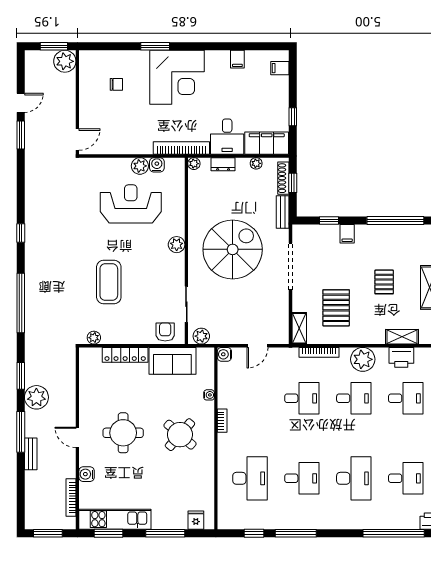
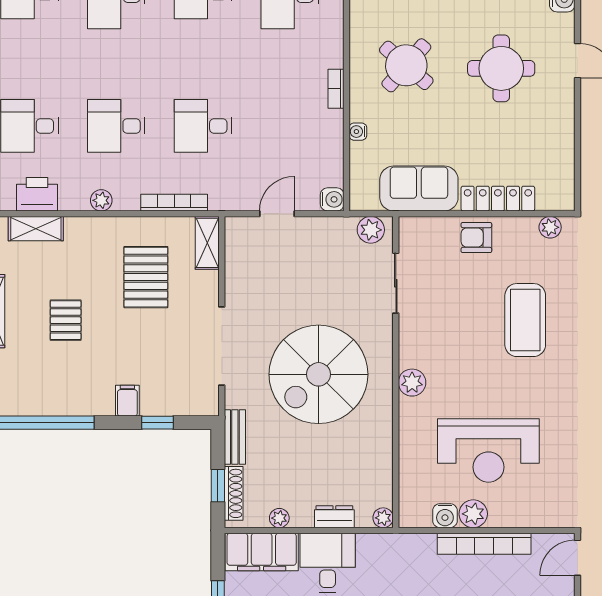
bookcase: (181, 148) -> (484, 544), moved
armchair: (165, 332) -> (476, 238), moved, turned 90
plant: (363, 359) -> (101, 200), width x0.53, depth x0.53

